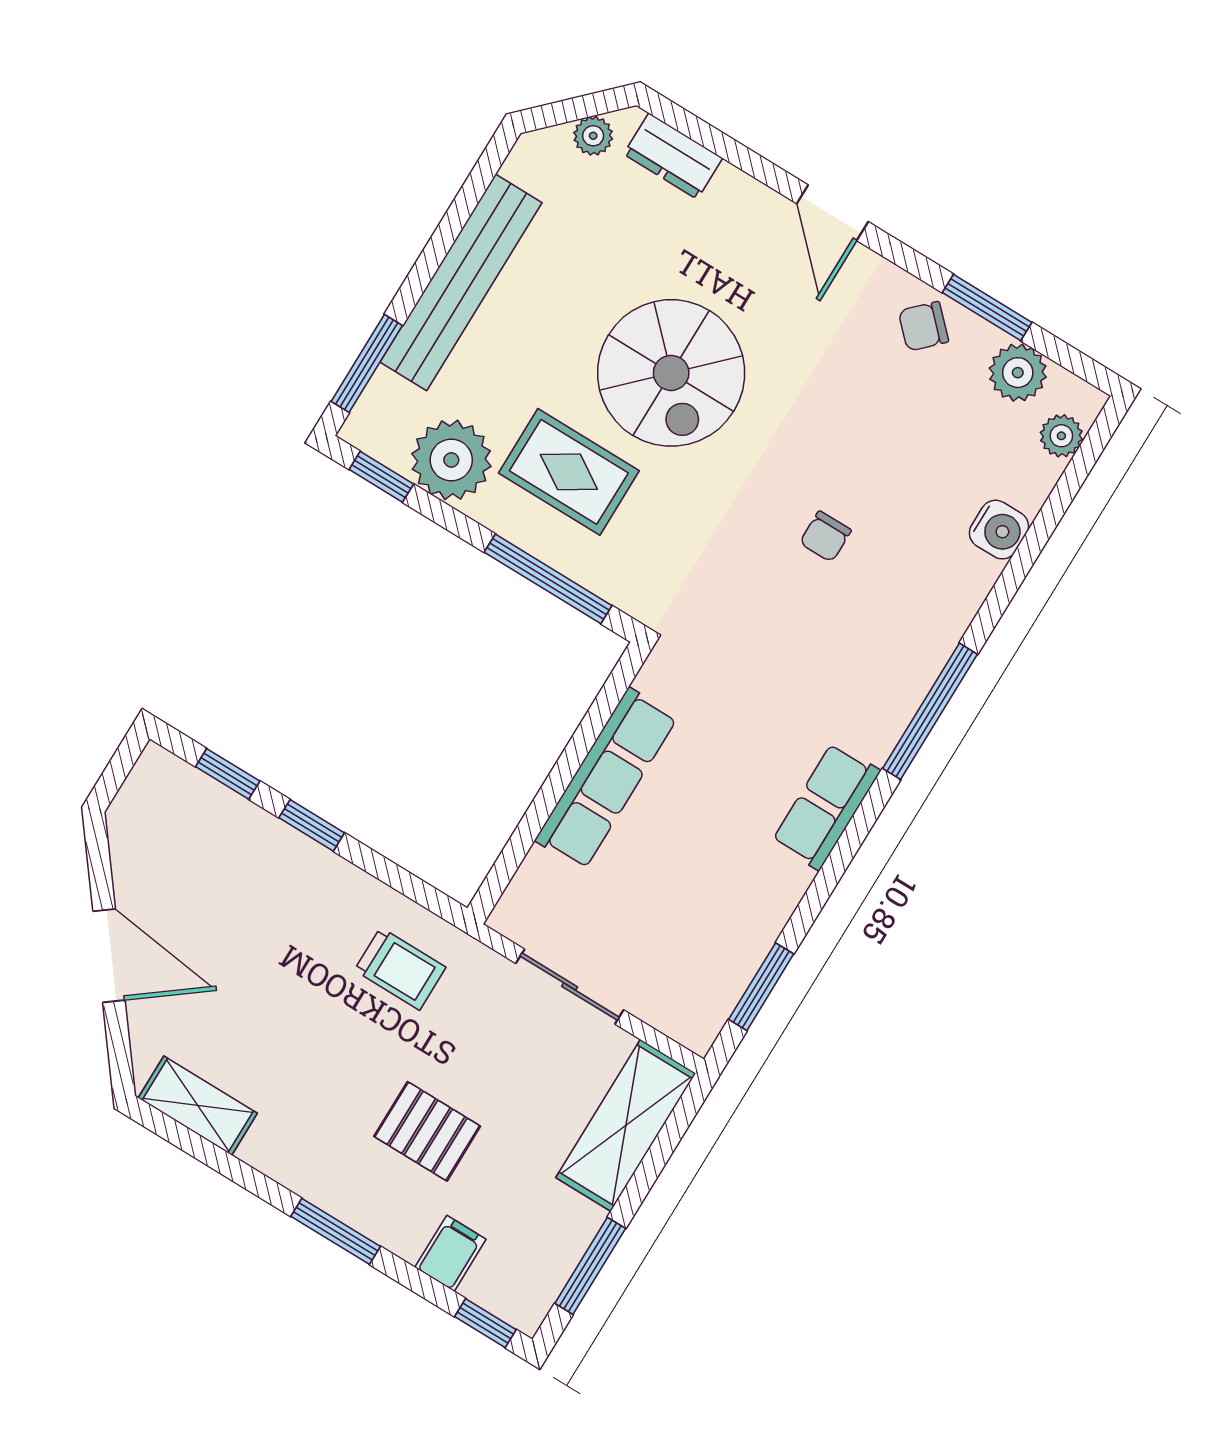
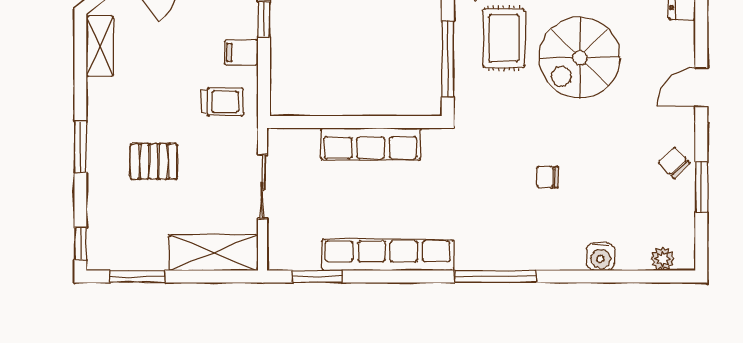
plant: (1018, 373) -> (680, 220), removed
row of seats: (826, 806) -> (388, 255), width x2.02
trolley: (400, 969) -> (222, 102), turned -90
pallet: (427, 1131) -> (154, 161), turned 90
filing cabinet: (450, 1253) -> (241, 52), moved, turned 180

